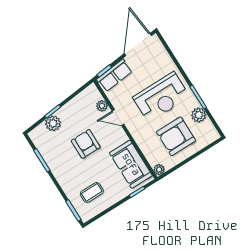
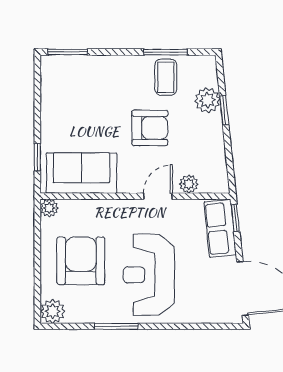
plant: (199, 115) -> (53, 311), moved
coffee table: (92, 192) -> (166, 77), moved

